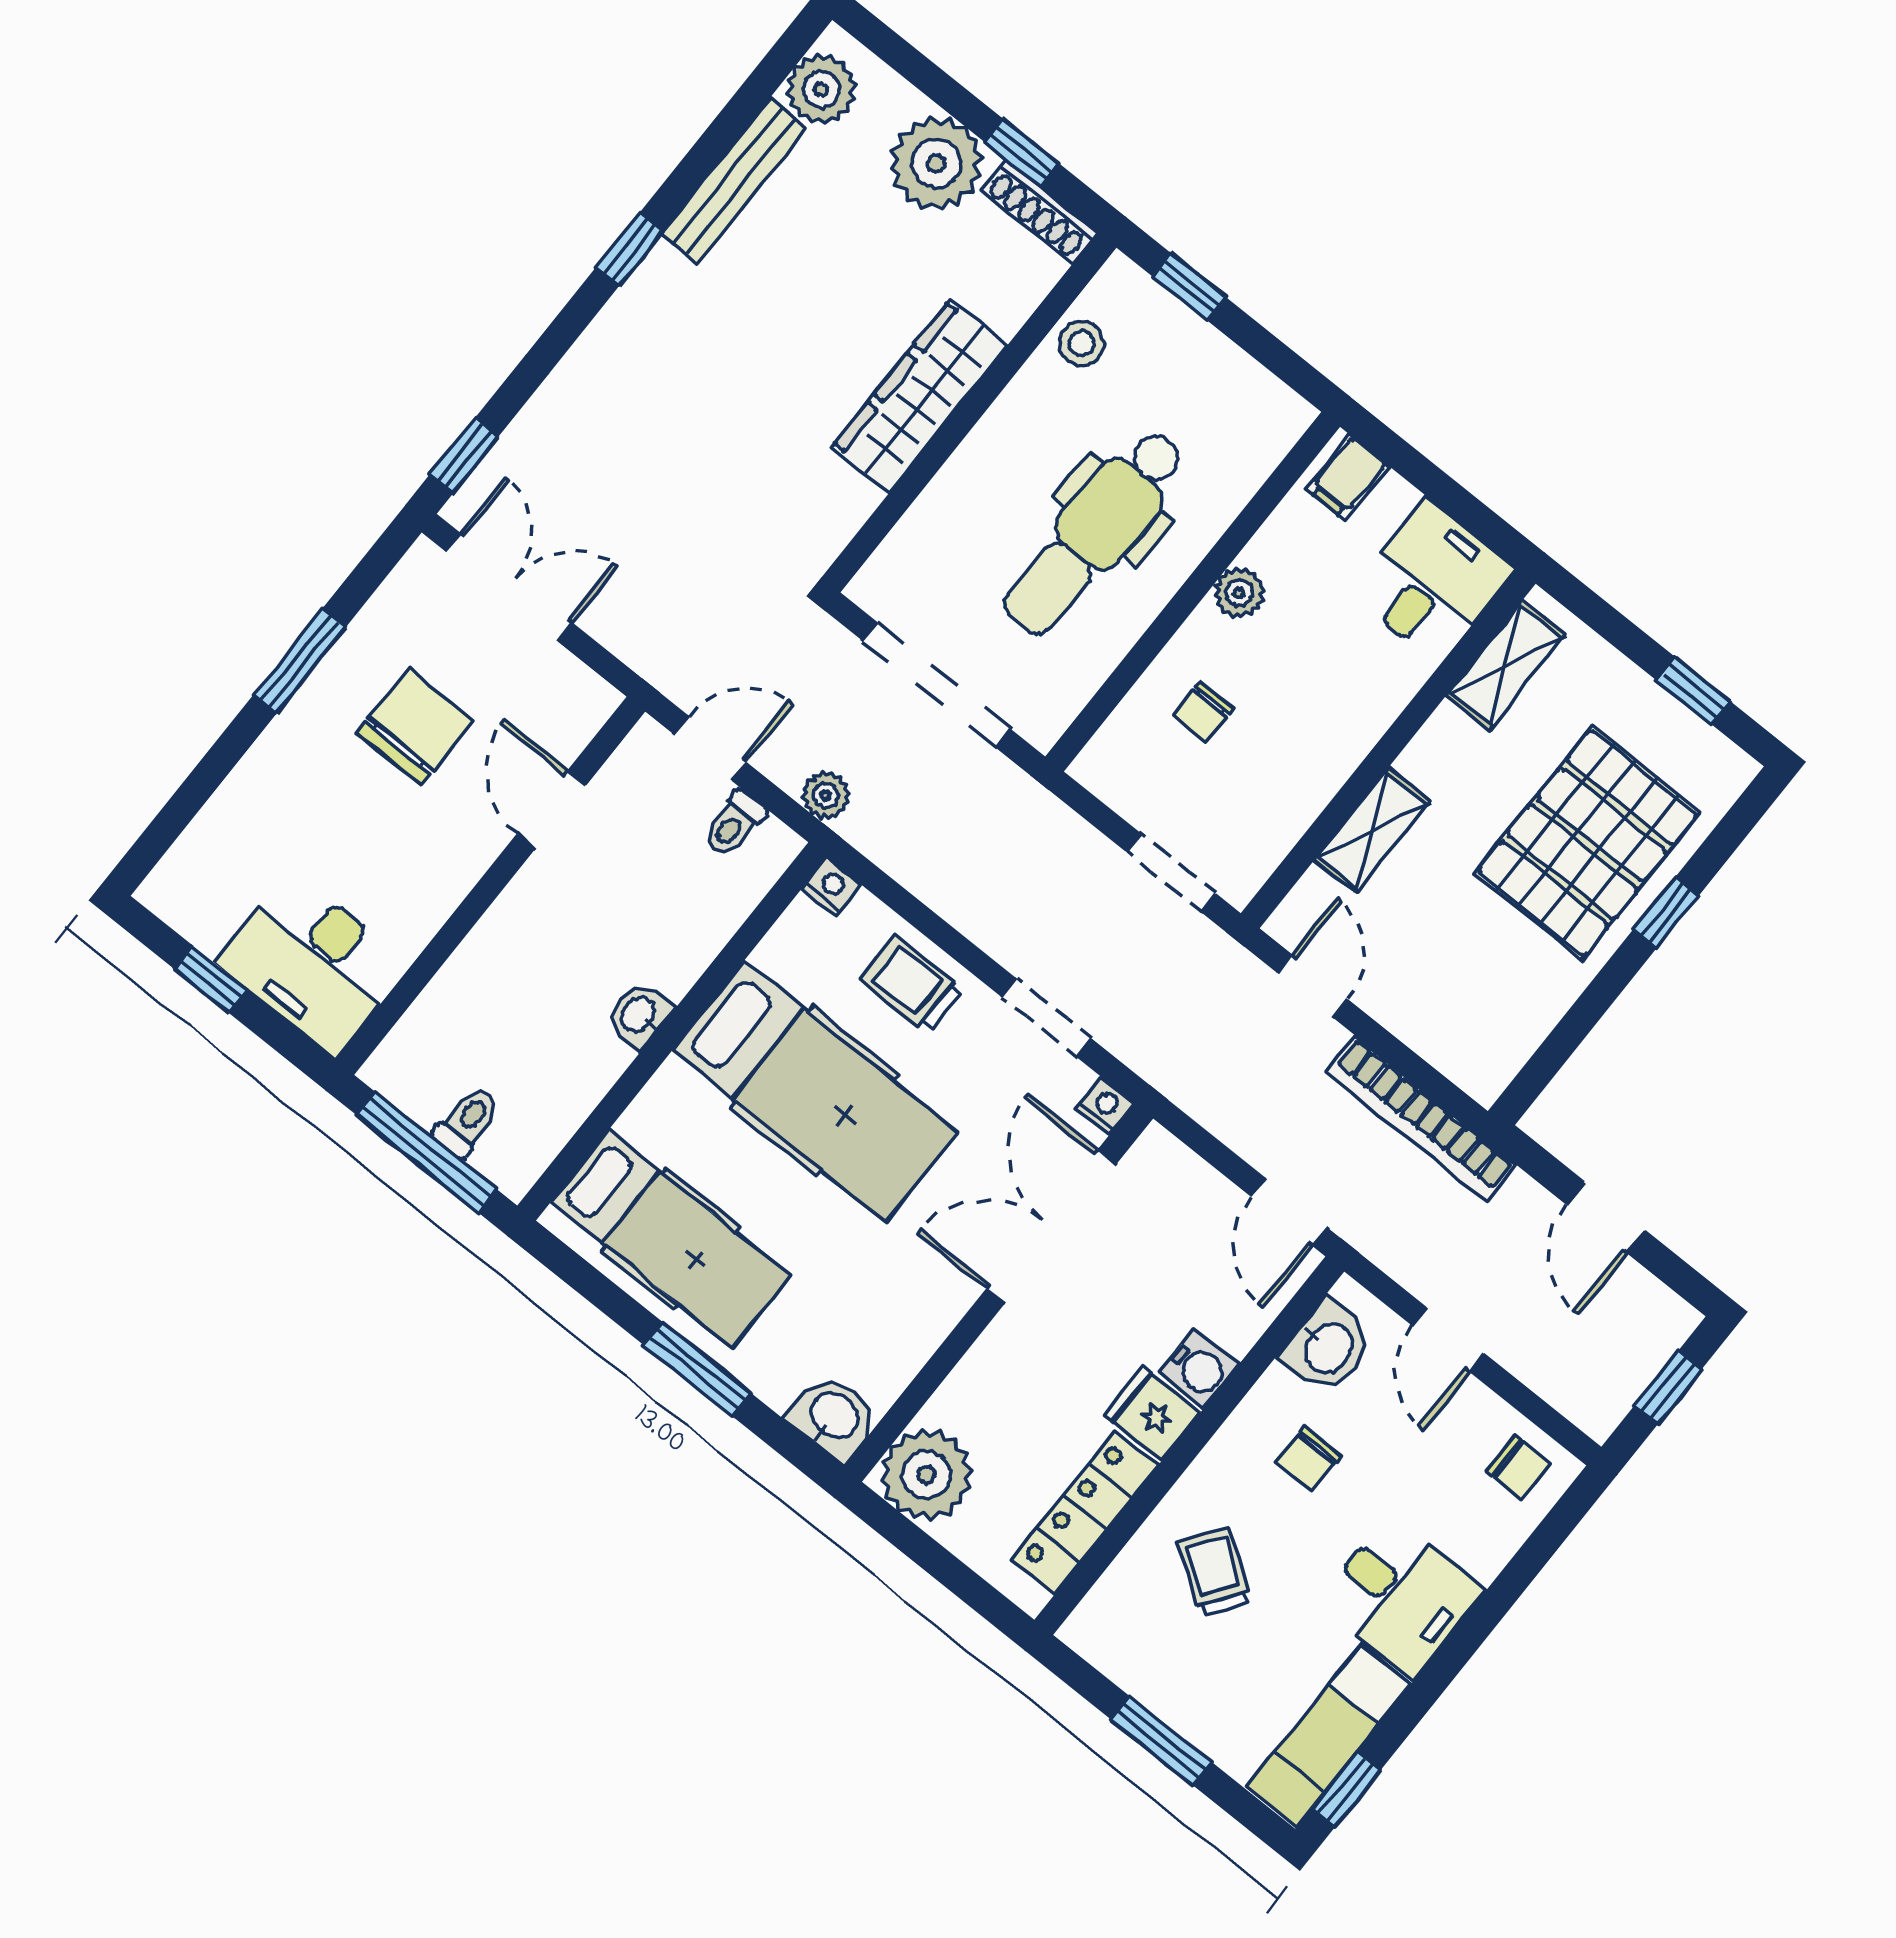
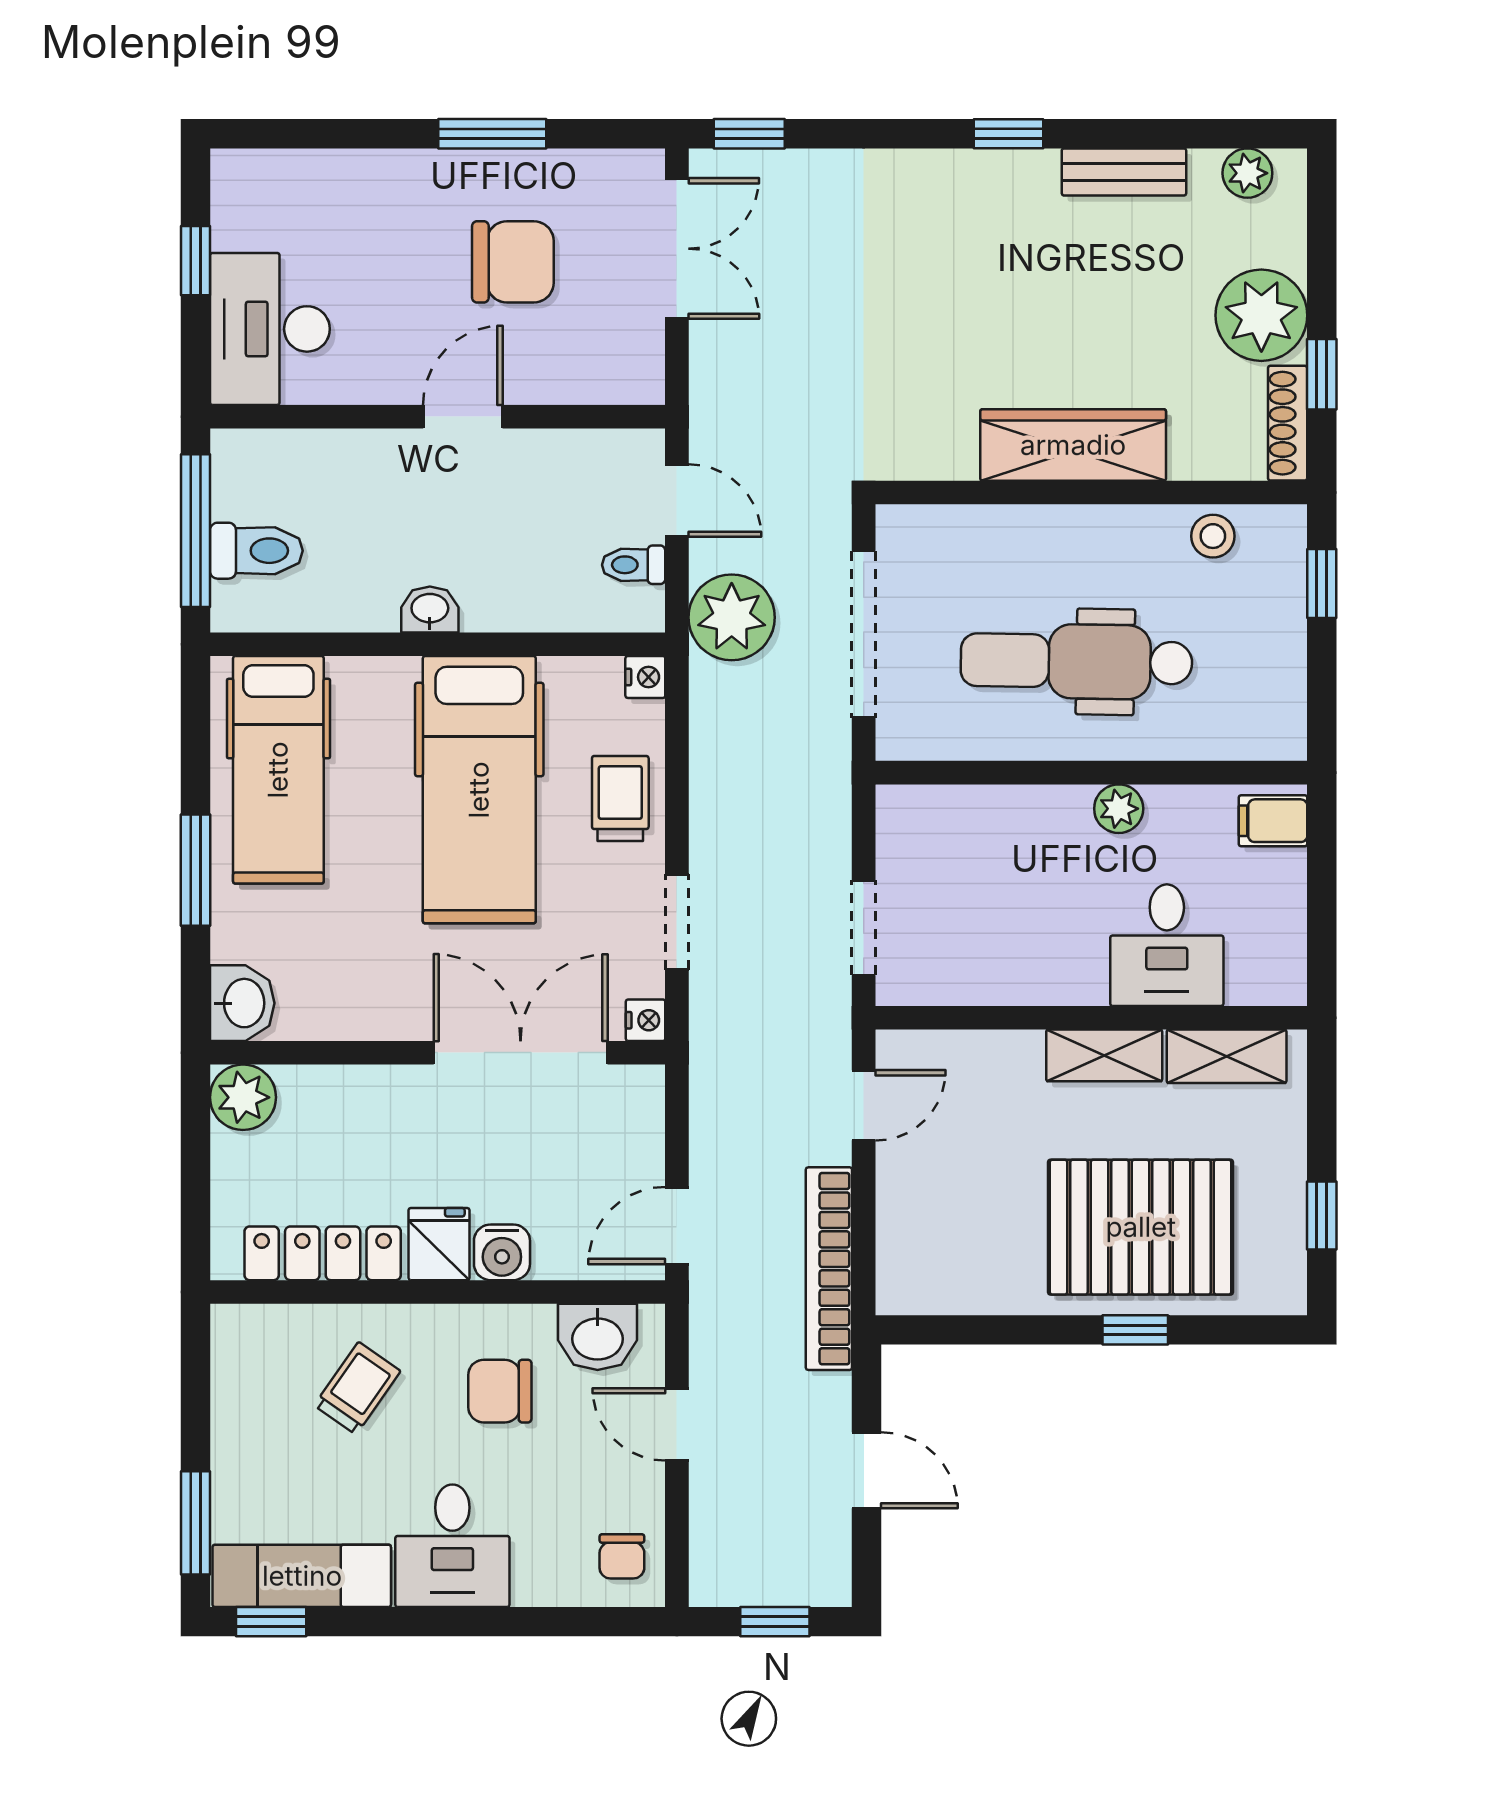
plant: (821, 89) -> (1247, 173), width x0.73, depth x0.73
bench: (734, 181) -> (1124, 172), width x0.73
desk: (1433, 581) -> (1167, 945), moved, turned 90
chair: (1203, 712) -> (1005, 854), removed
plant: (826, 796) -> (732, 617), width x1.87, depth x1.87
door: (552, 809) -> (463, 417), moved
shelving: (1372, 831) -> (1104, 1055), moved
toilet: (467, 1122) -> (256, 551), width x1.37, depth x1.39
door: (1606, 1217) -> (867, 1470), swing flipped
door: (1448, 1339) -> (677, 1424), hinge flipped
chair: (1308, 1459) -> (500, 1391), width x1.37, depth x1.37
plant: (926, 1475) -> (243, 1097), width x0.73, depth x0.73
window: (1161, 1741) -> (196, 1523), moved

